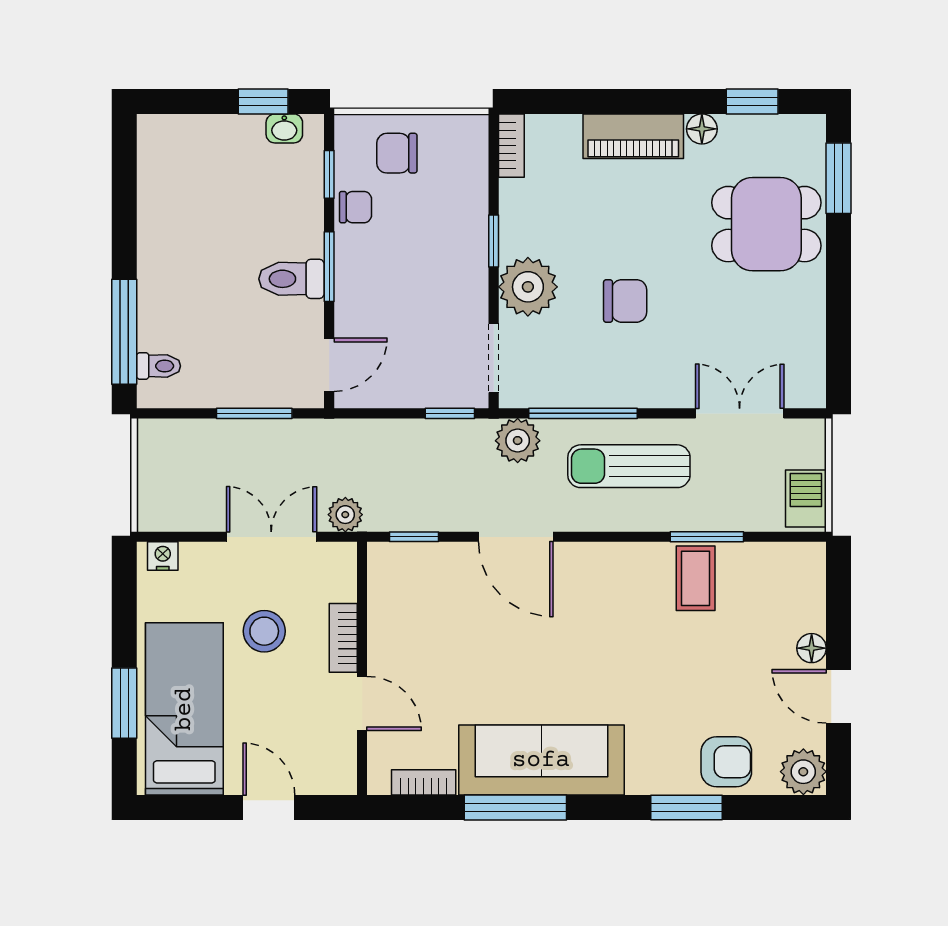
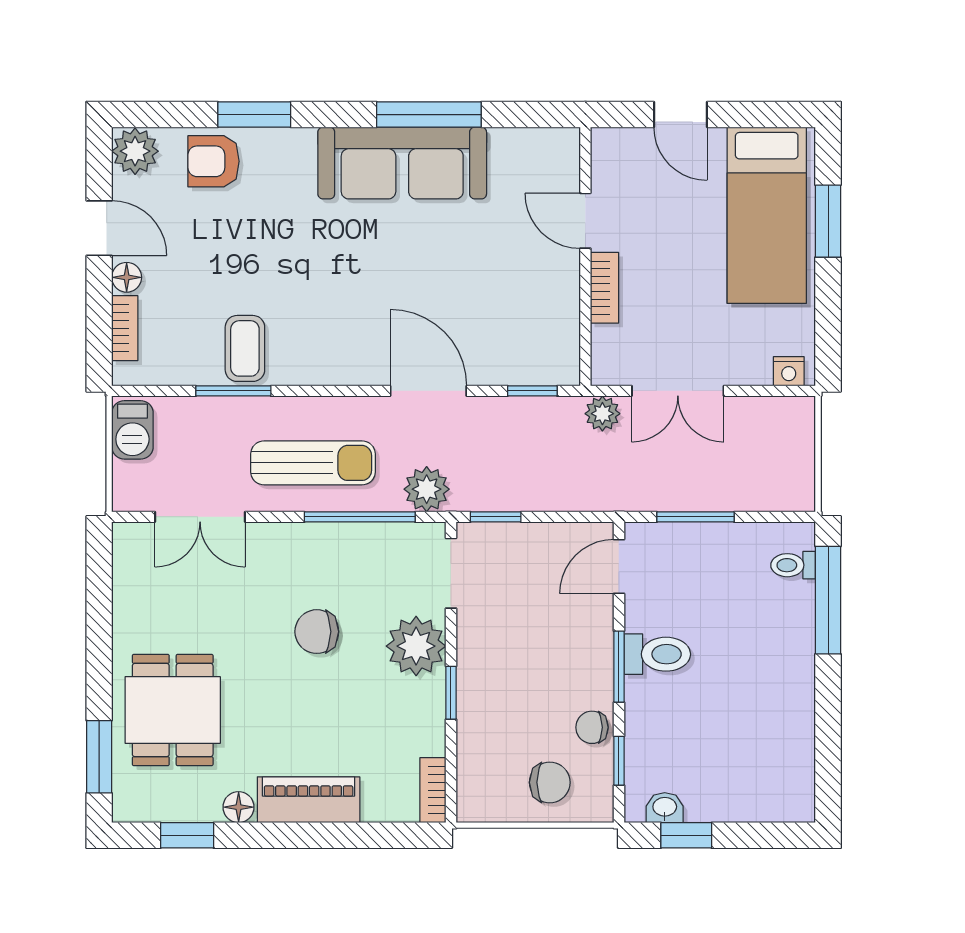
dining table: (766, 224) -> (173, 710), turned 90
stool: (264, 631) -> (685, 295), removed
bookcase: (424, 782) -> (125, 328), moved, turned -90

